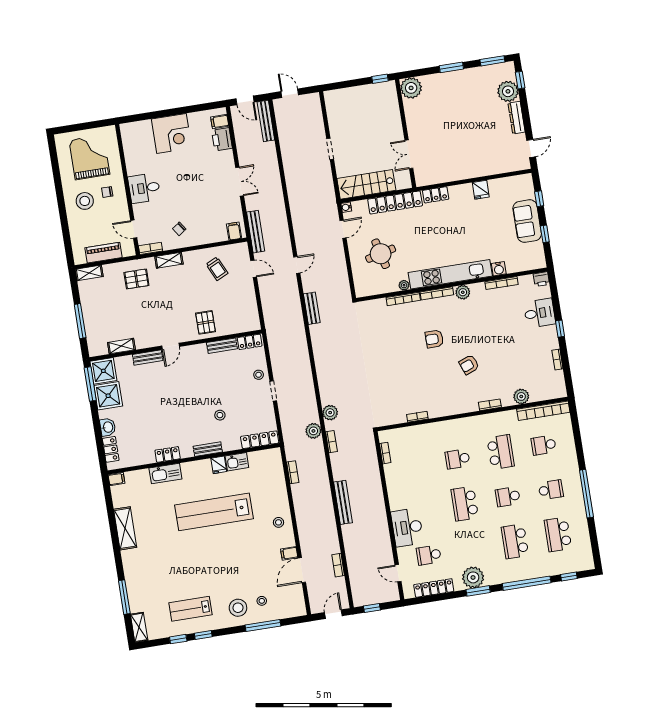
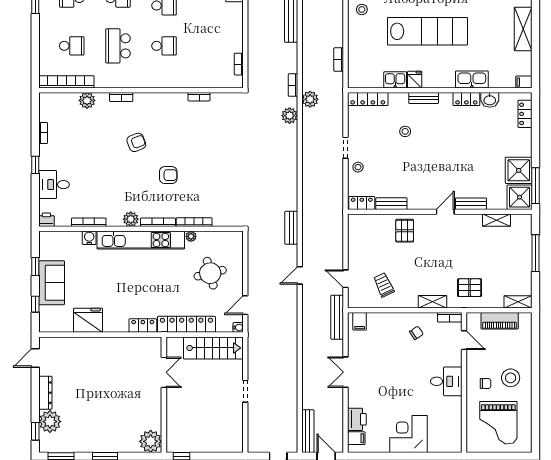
fridge: (481, 190) -> (88, 320), width x1.88, depth x1.34
washbasin: (108, 427) -> (490, 100), moved, turned -90

